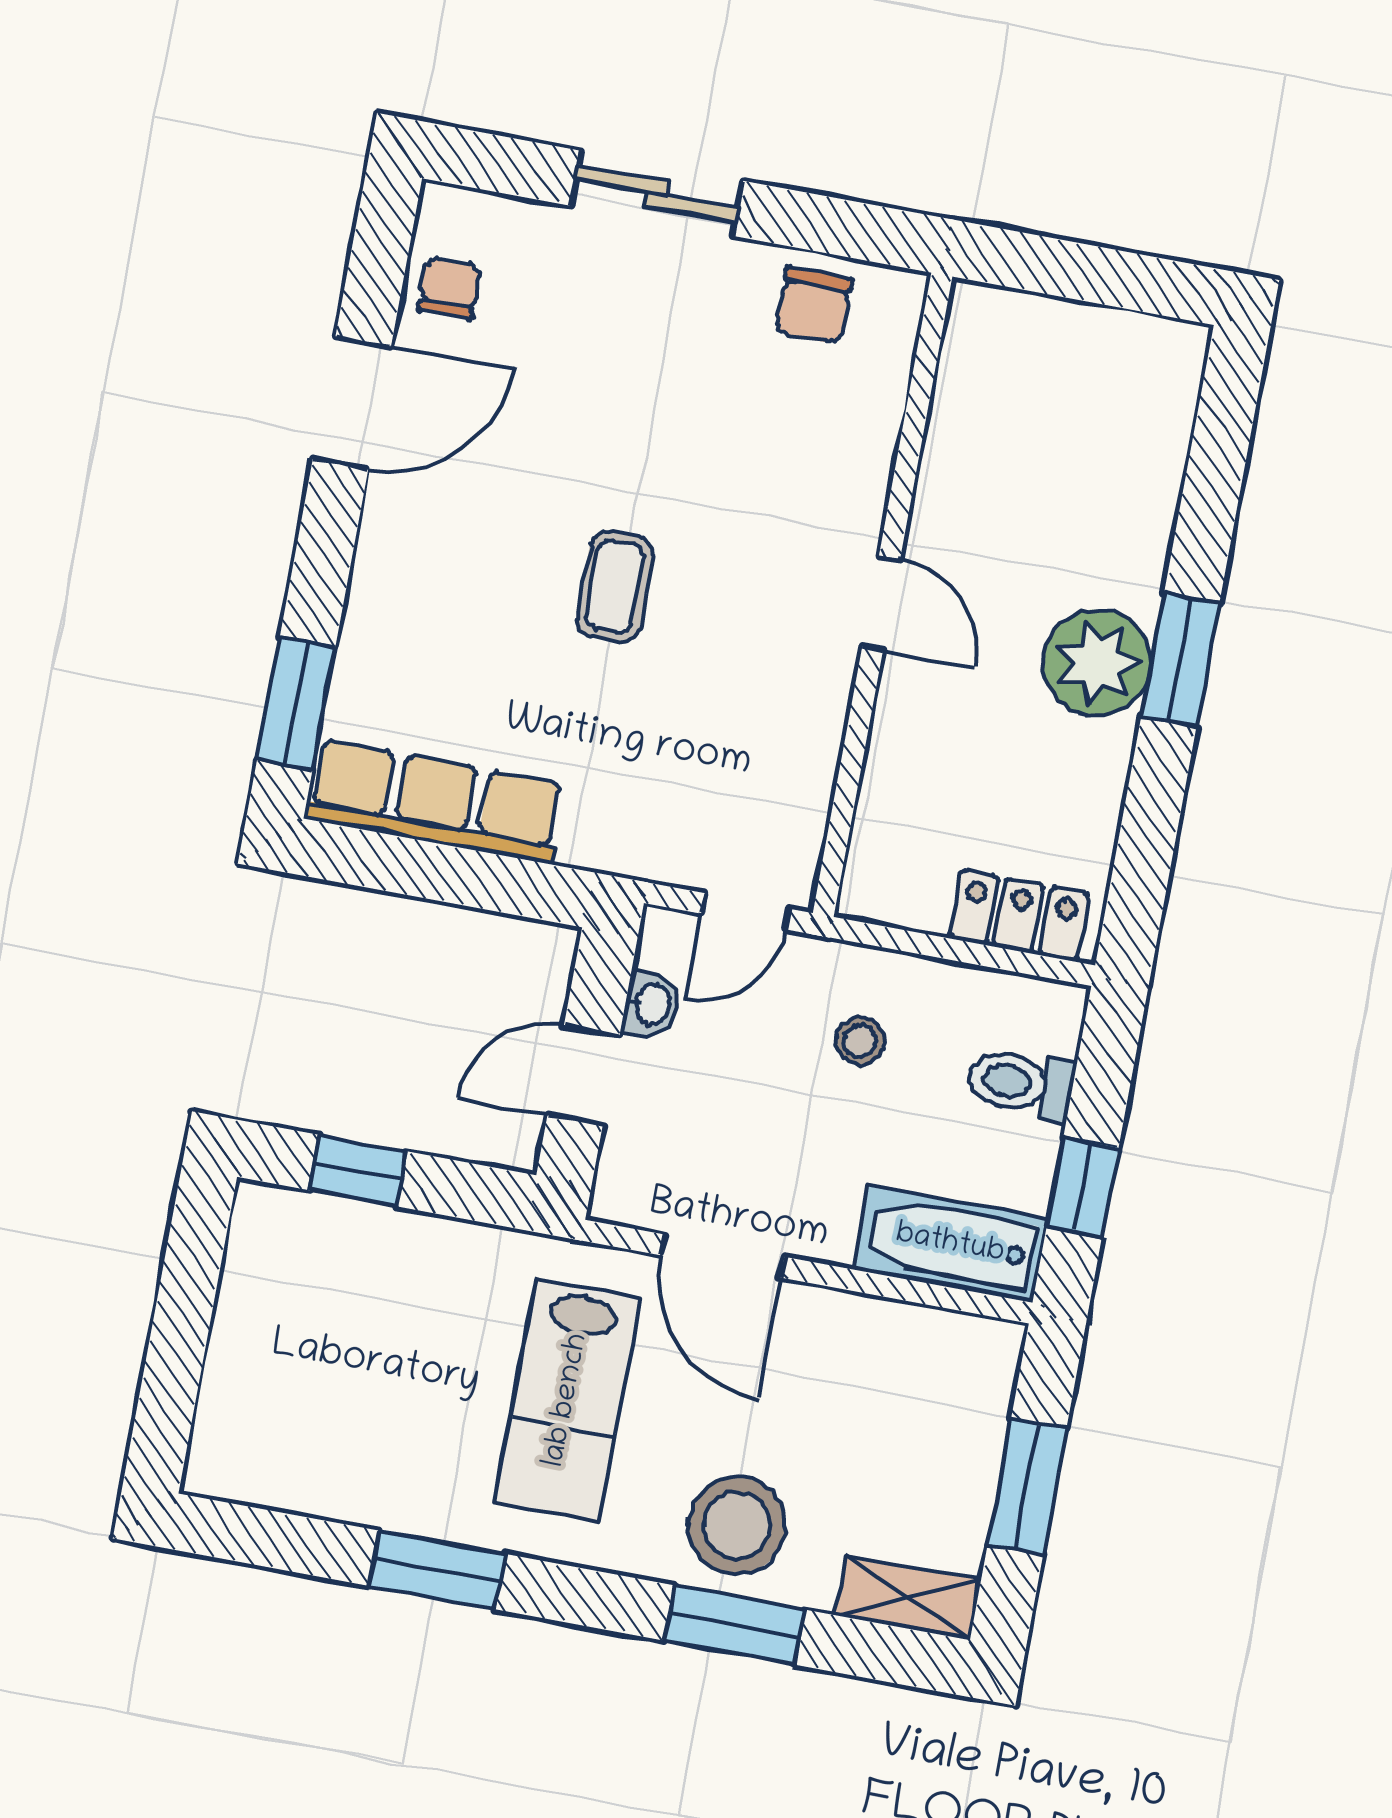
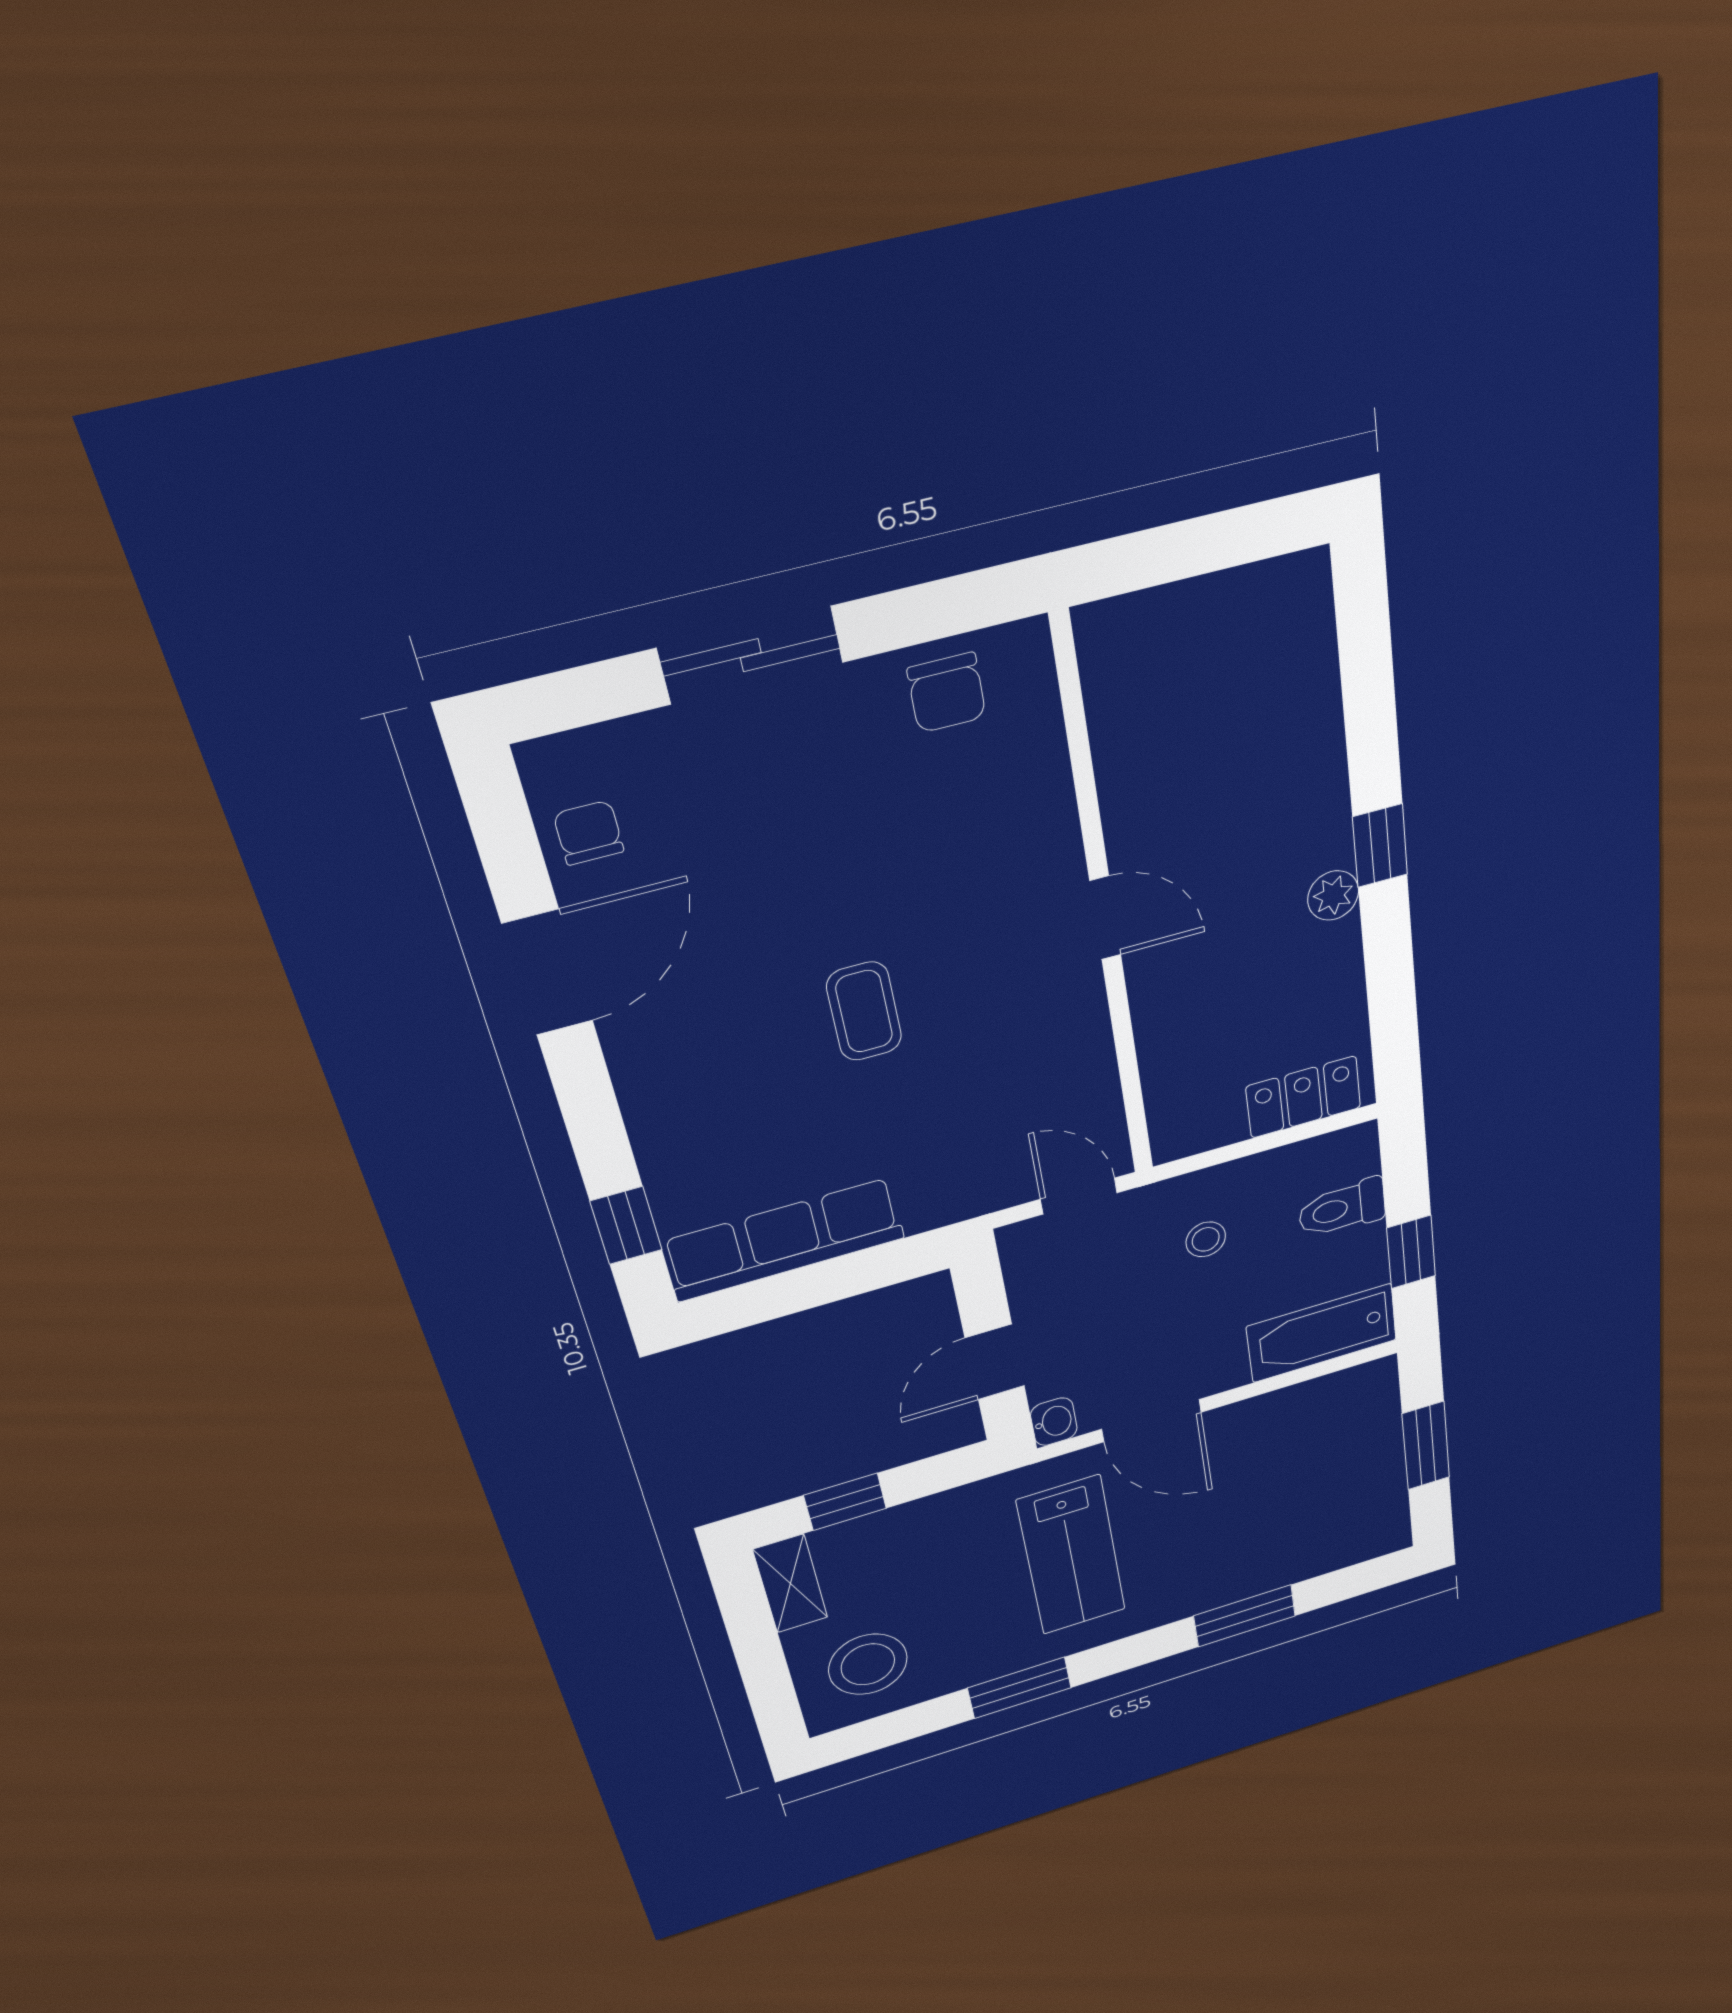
window: (1180, 660) -> (1380, 846), width x0.67
plant: (1097, 663) -> (1333, 895), width x0.53, depth x0.53
window: (296, 703) -> (626, 1226), width x0.67
door: (745, 911) -> (1079, 1196), swing flipped
washbasin: (651, 1004) -> (1054, 1422), moved
stool: (737, 1525) -> (868, 1664), moved
shelving: (908, 1597) -> (790, 1584), moved, turned 90

